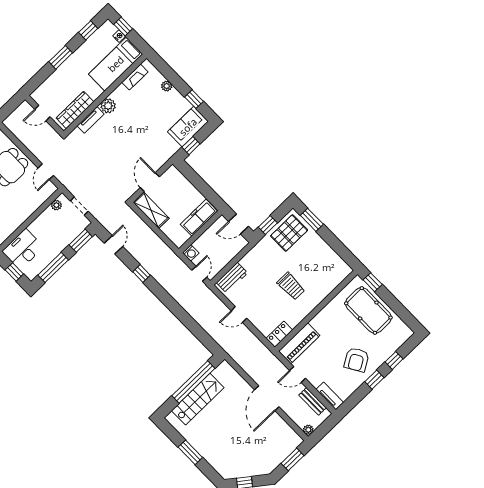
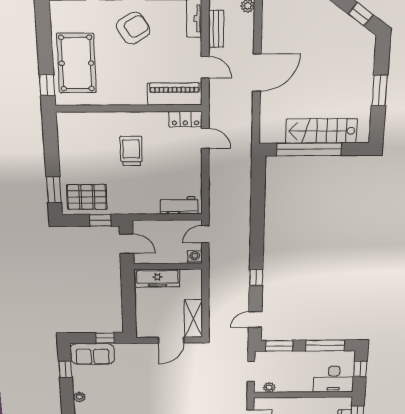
door: (239, 314) -> (205, 138), moved

